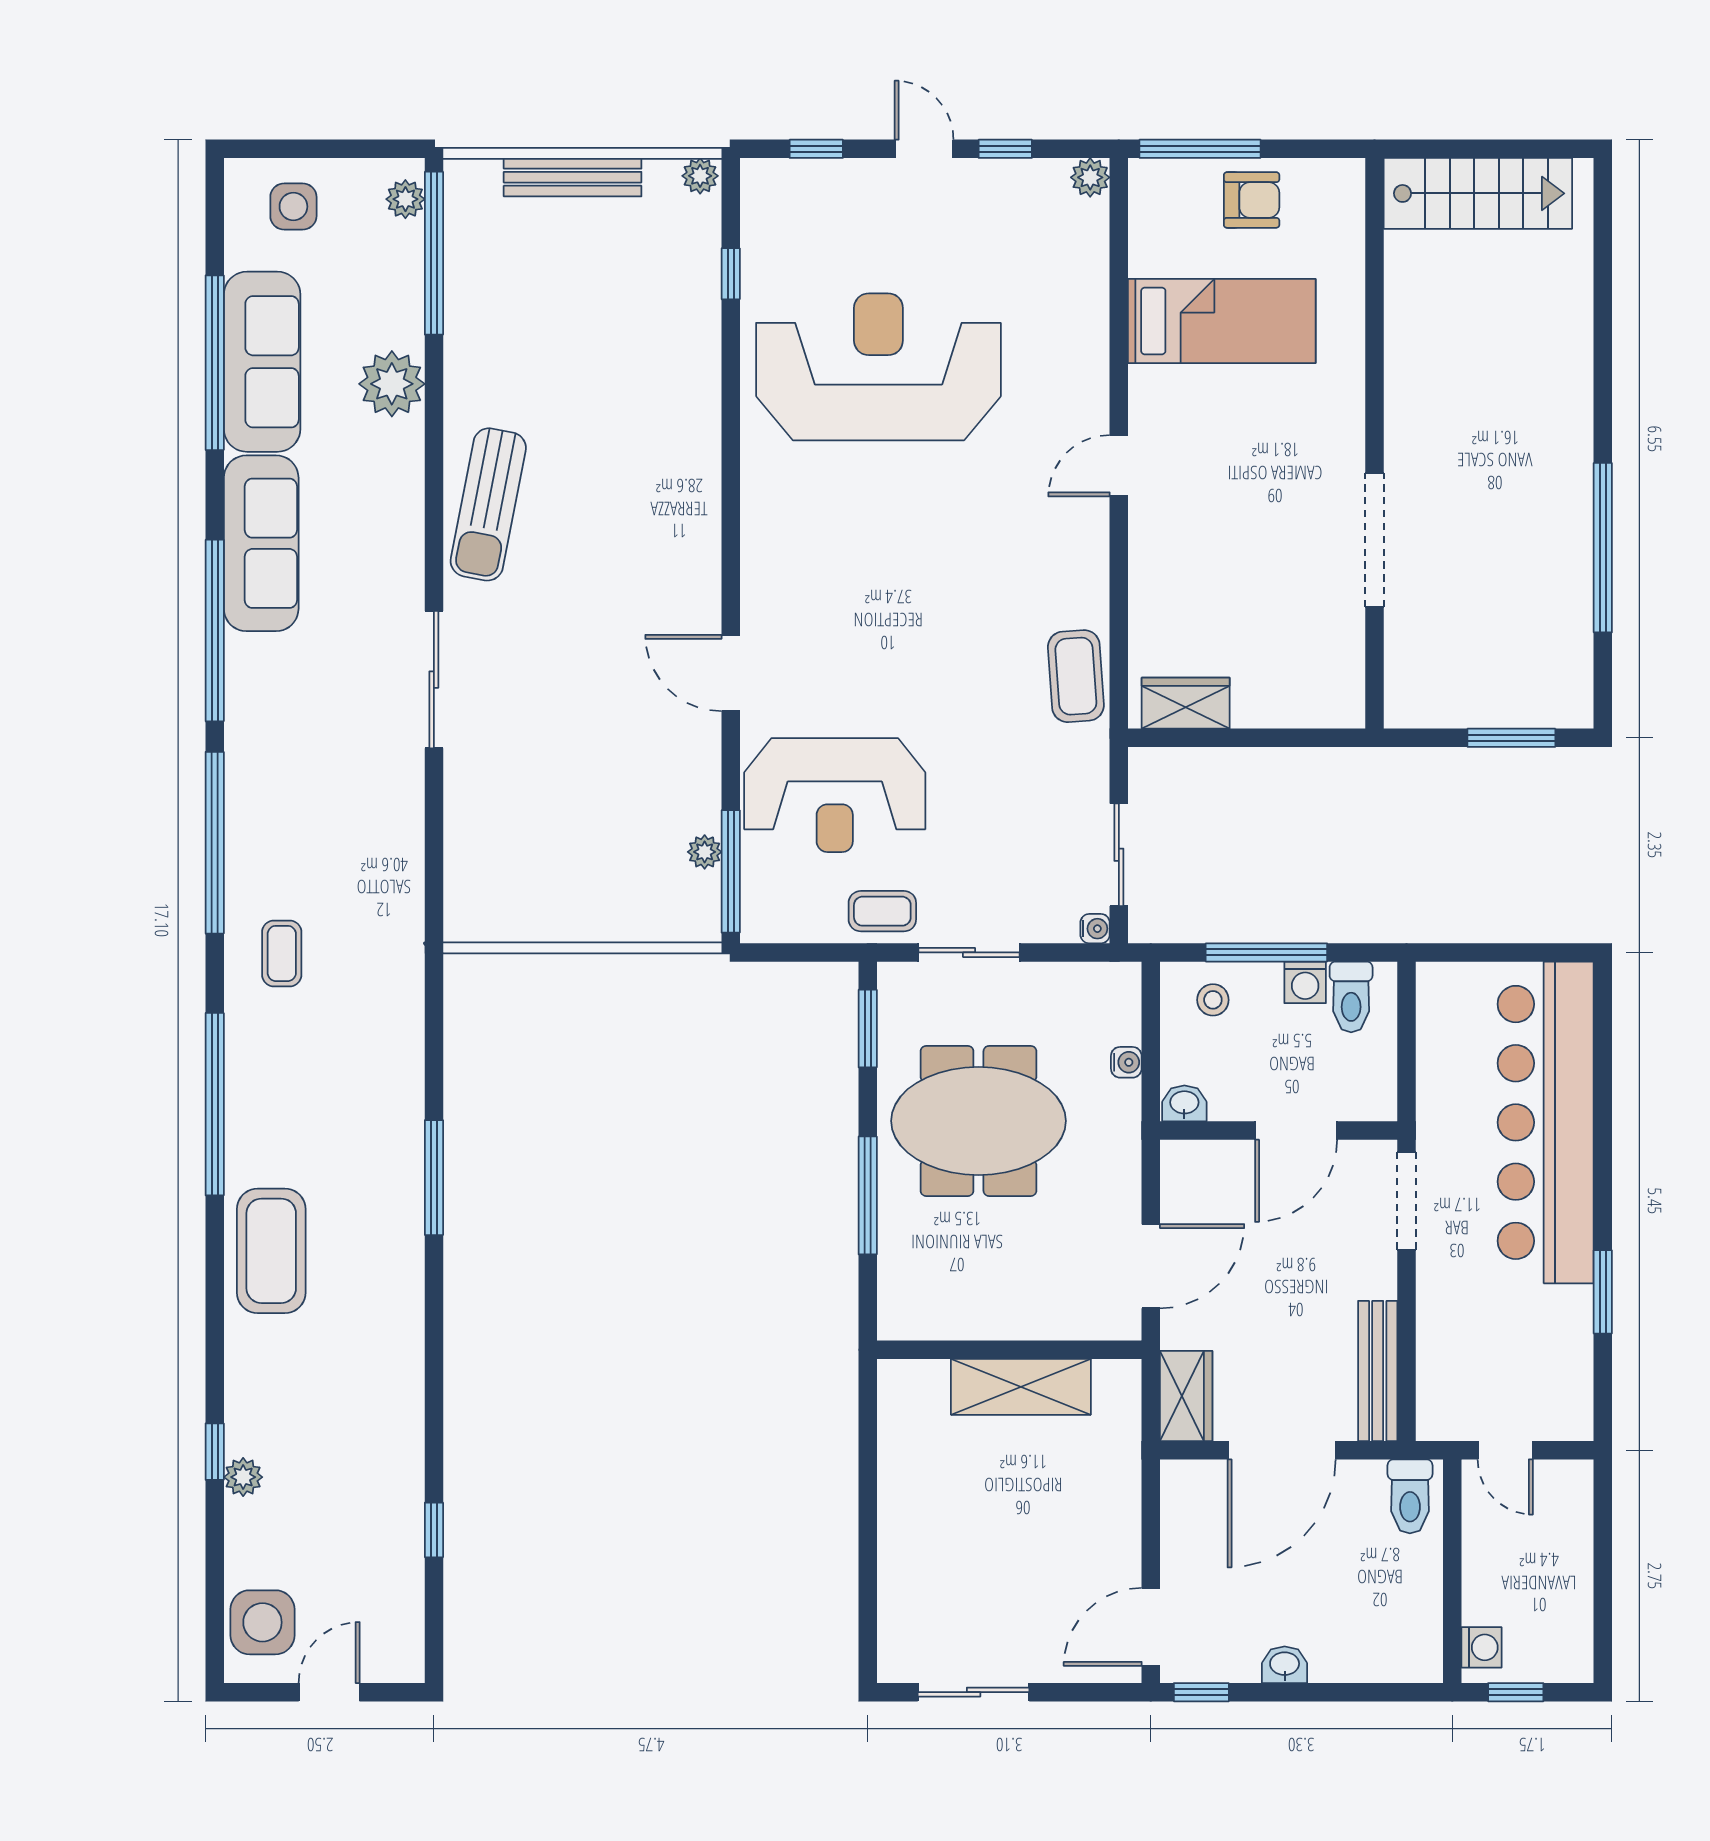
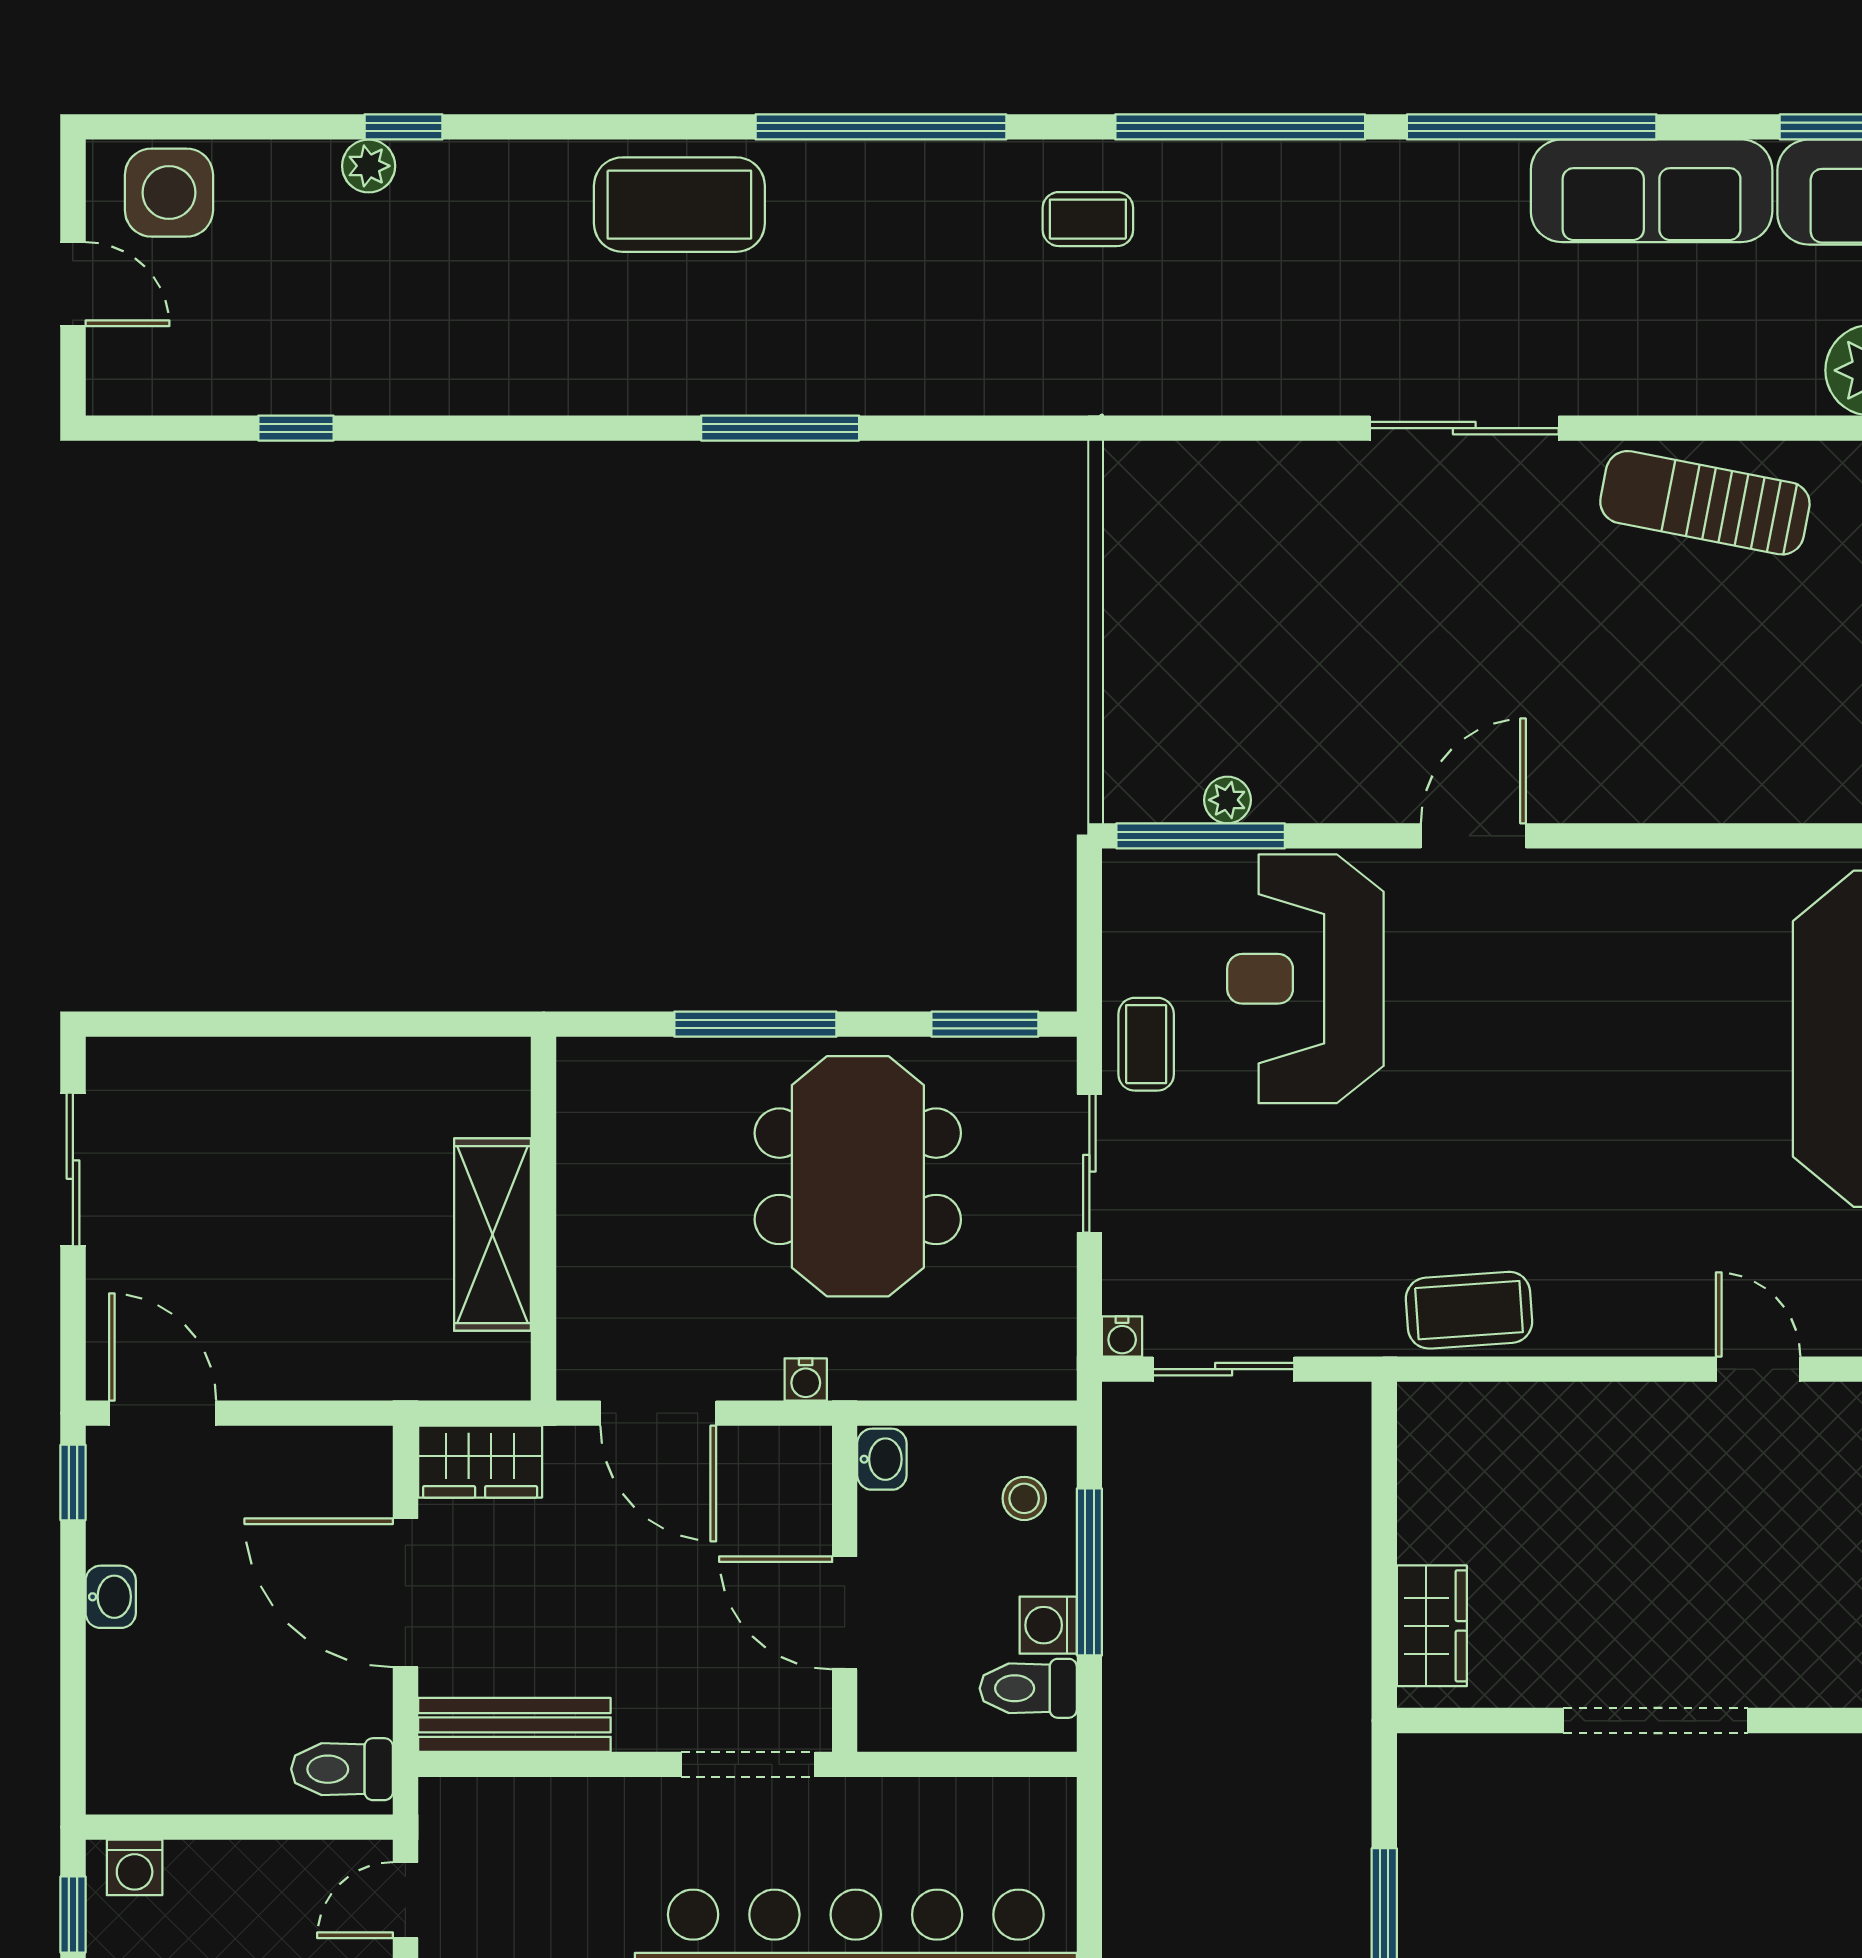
wardrobe: (1186, 703) -> (1432, 1626), moved
water cooler: (1126, 1062) -> (806, 1379), moved

